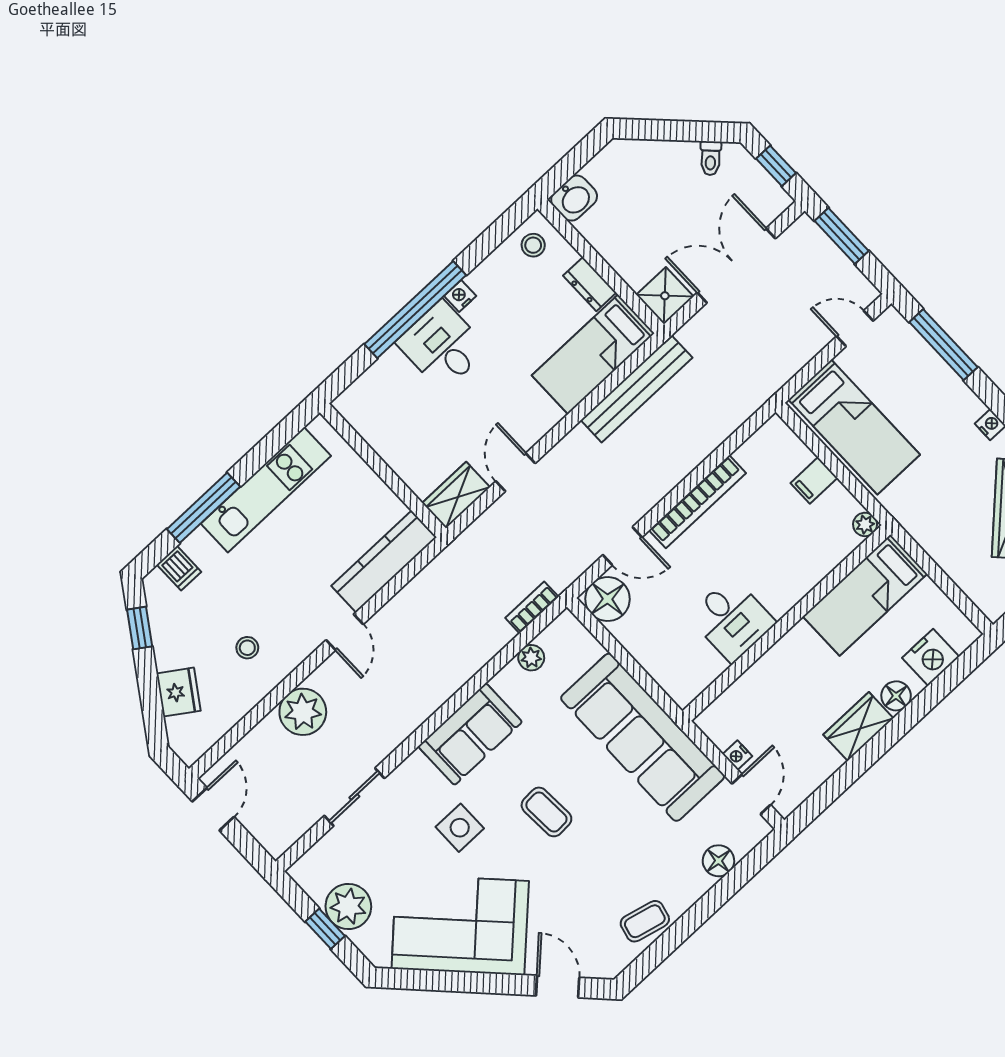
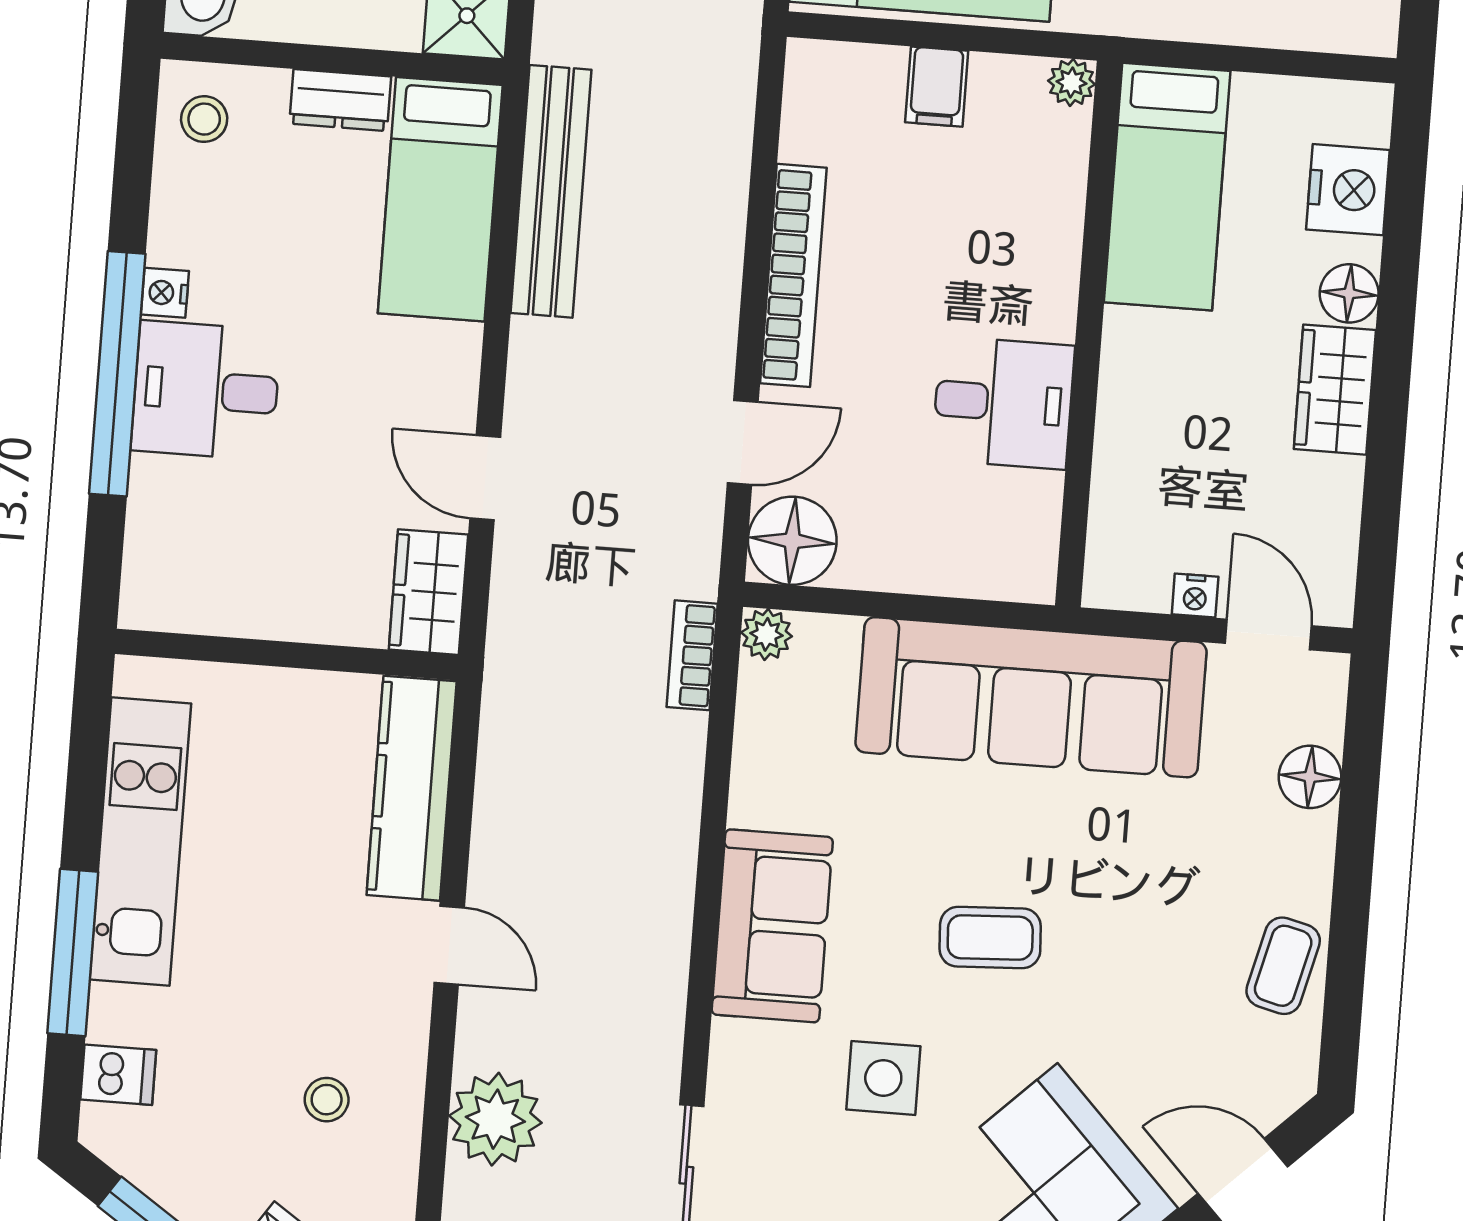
plant: (531, 658) -> (766, 634), moved

